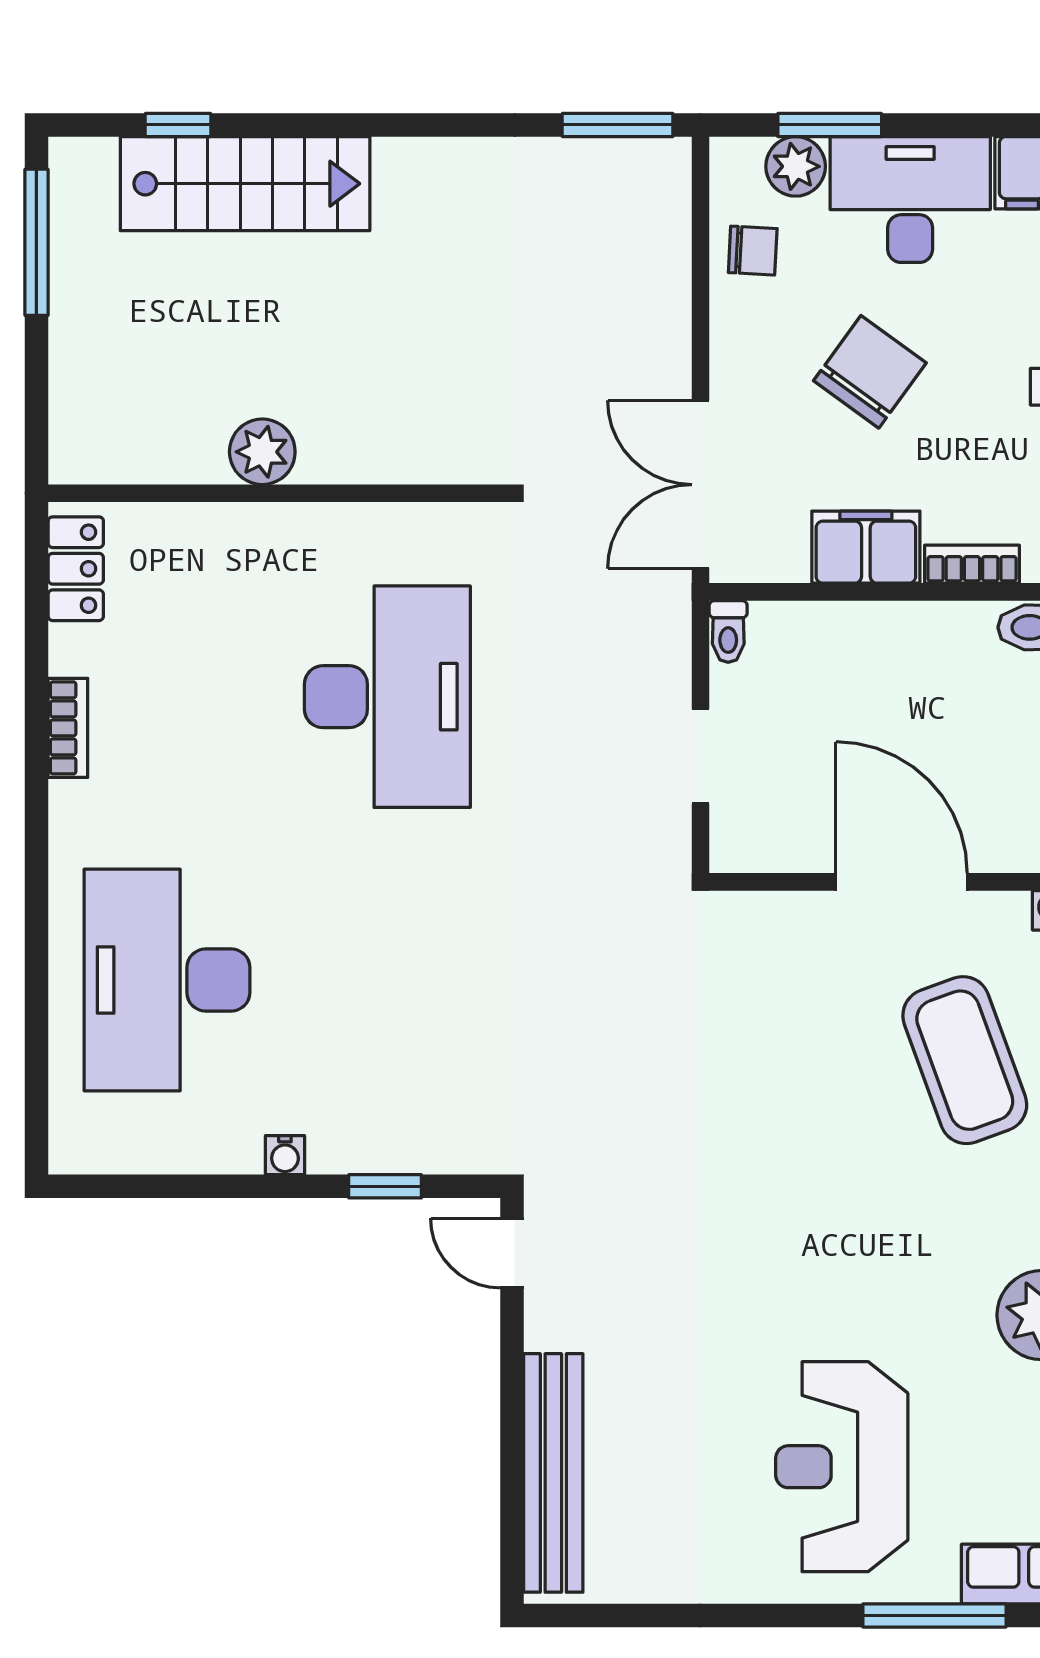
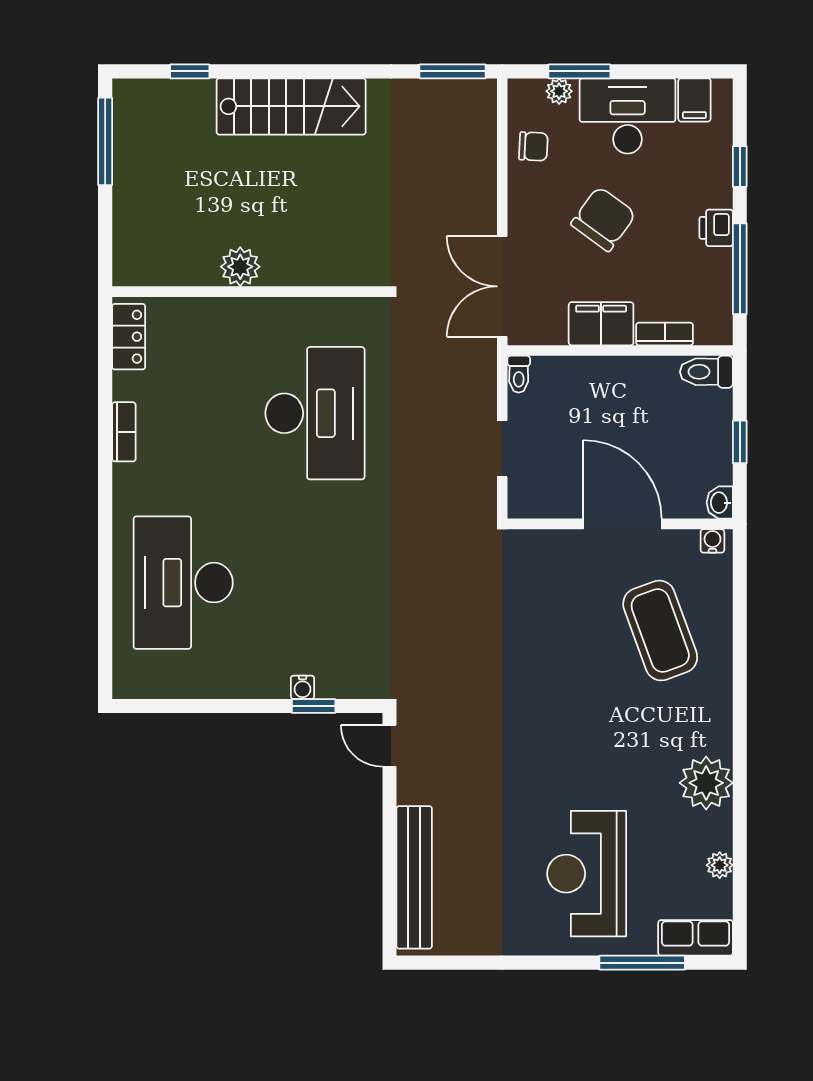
plant: (796, 166) -> (559, 91), width x0.73, depth x0.73
stairs: (245, 184) -> (291, 106), moved
water cooler: (285, 1155) -> (303, 687), moved

